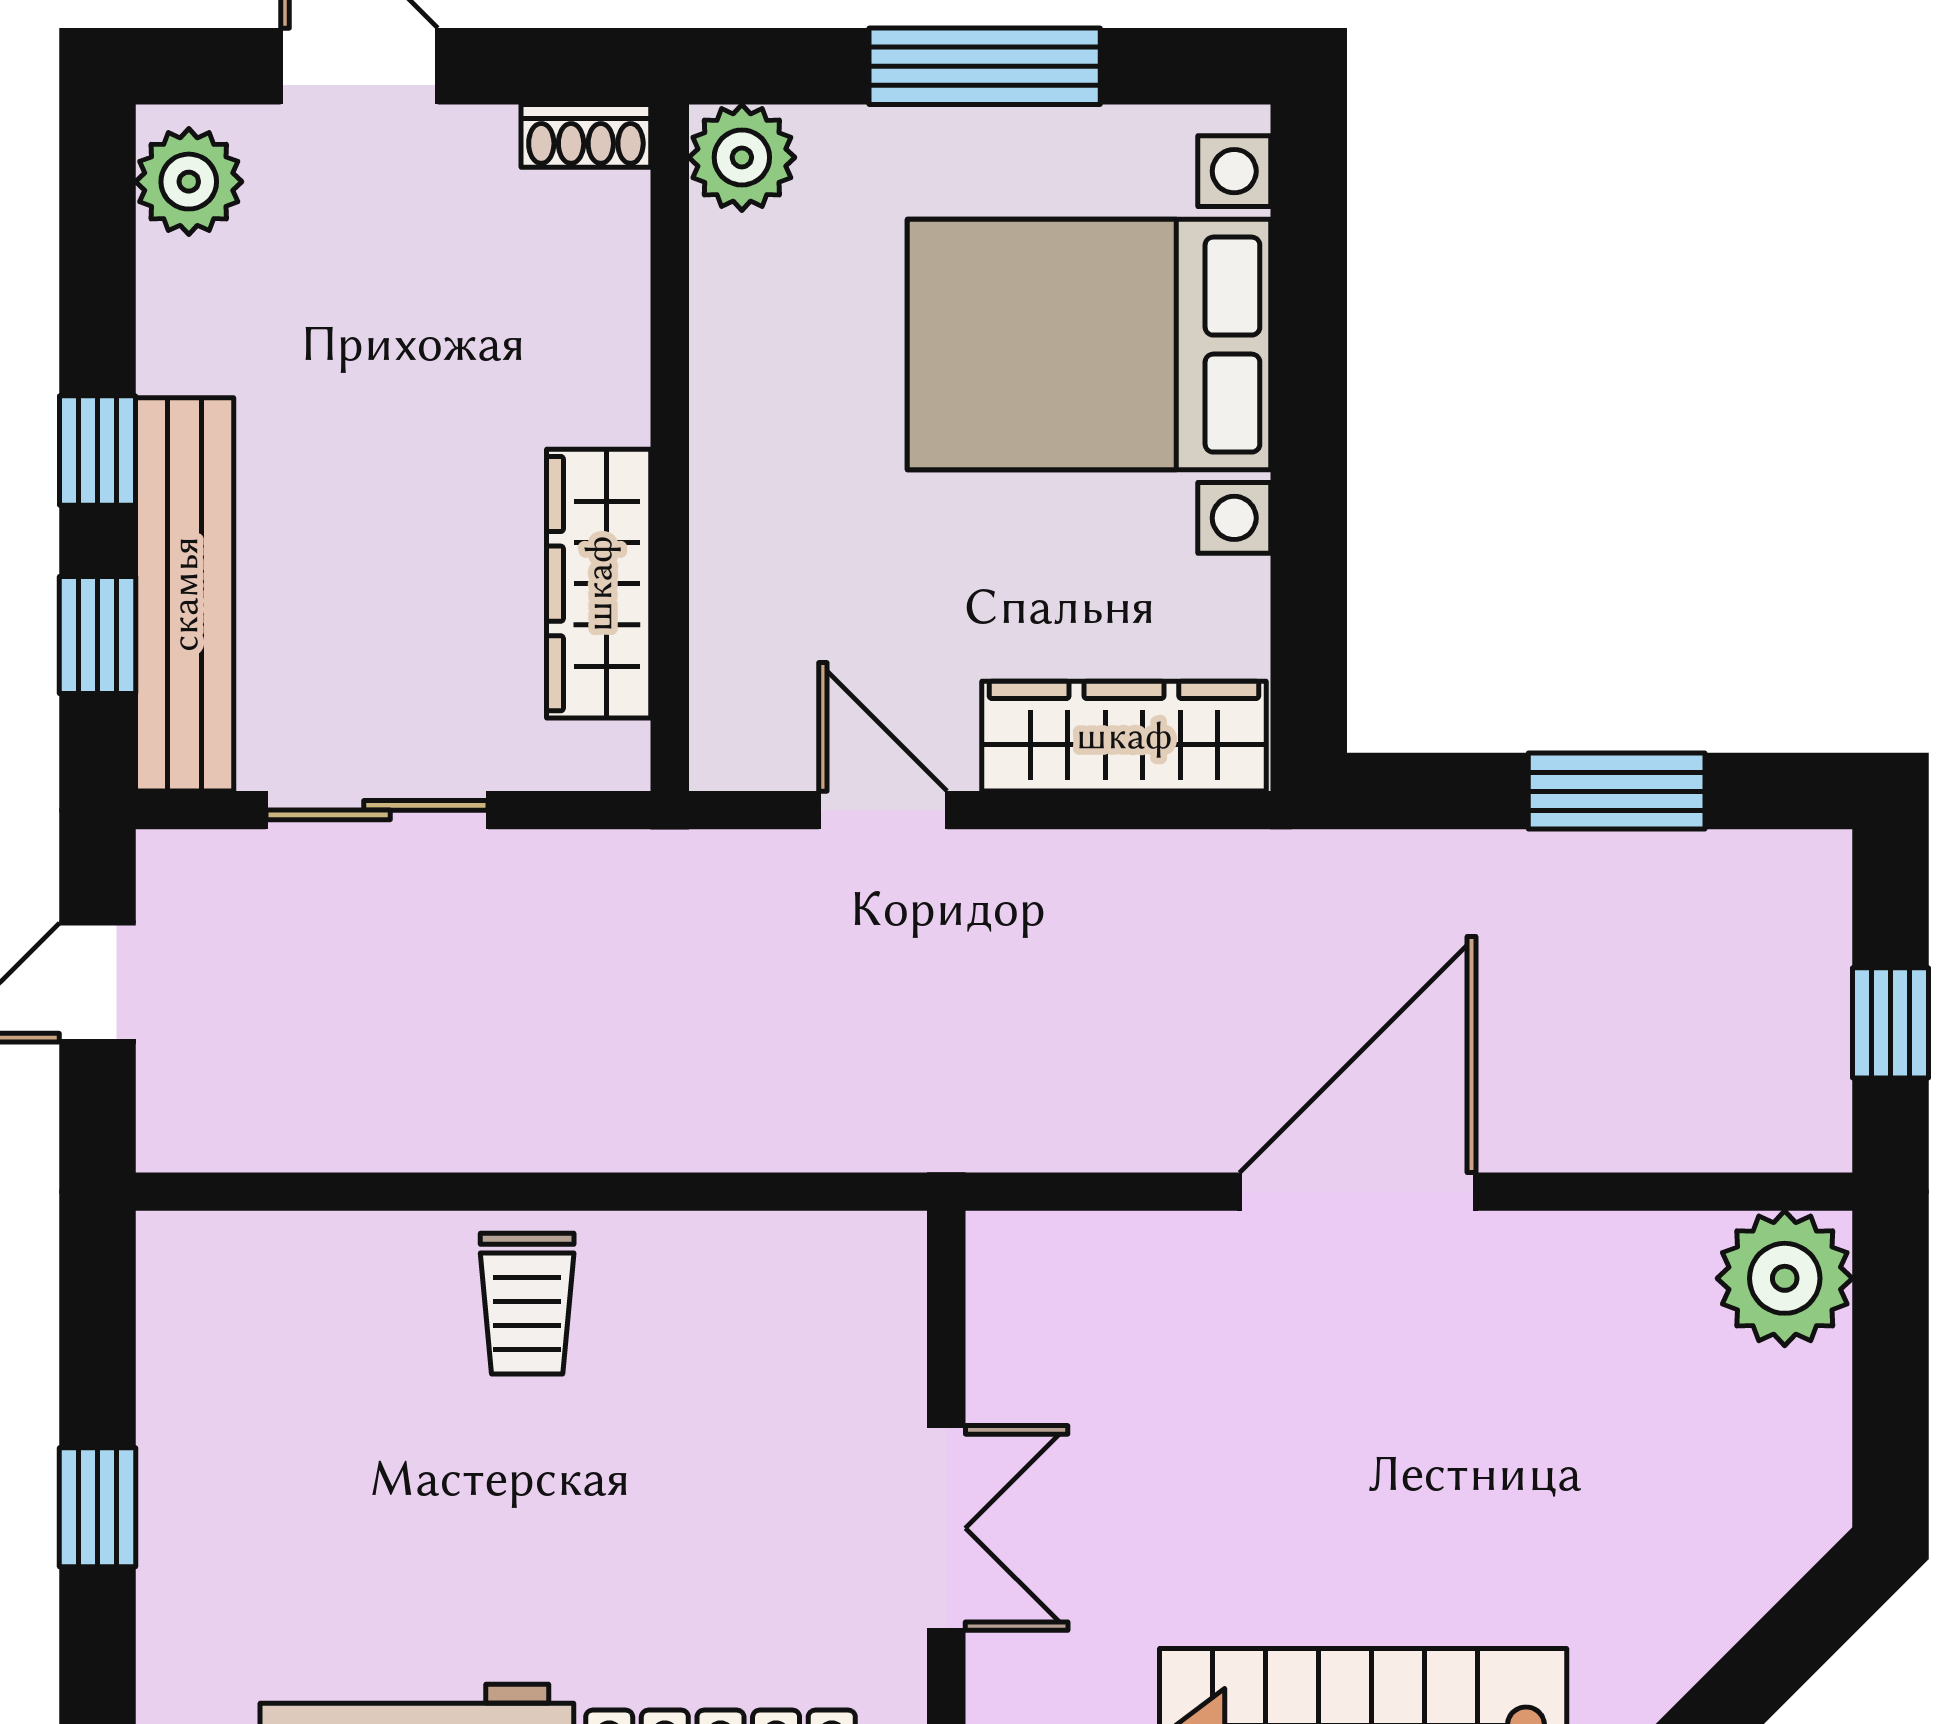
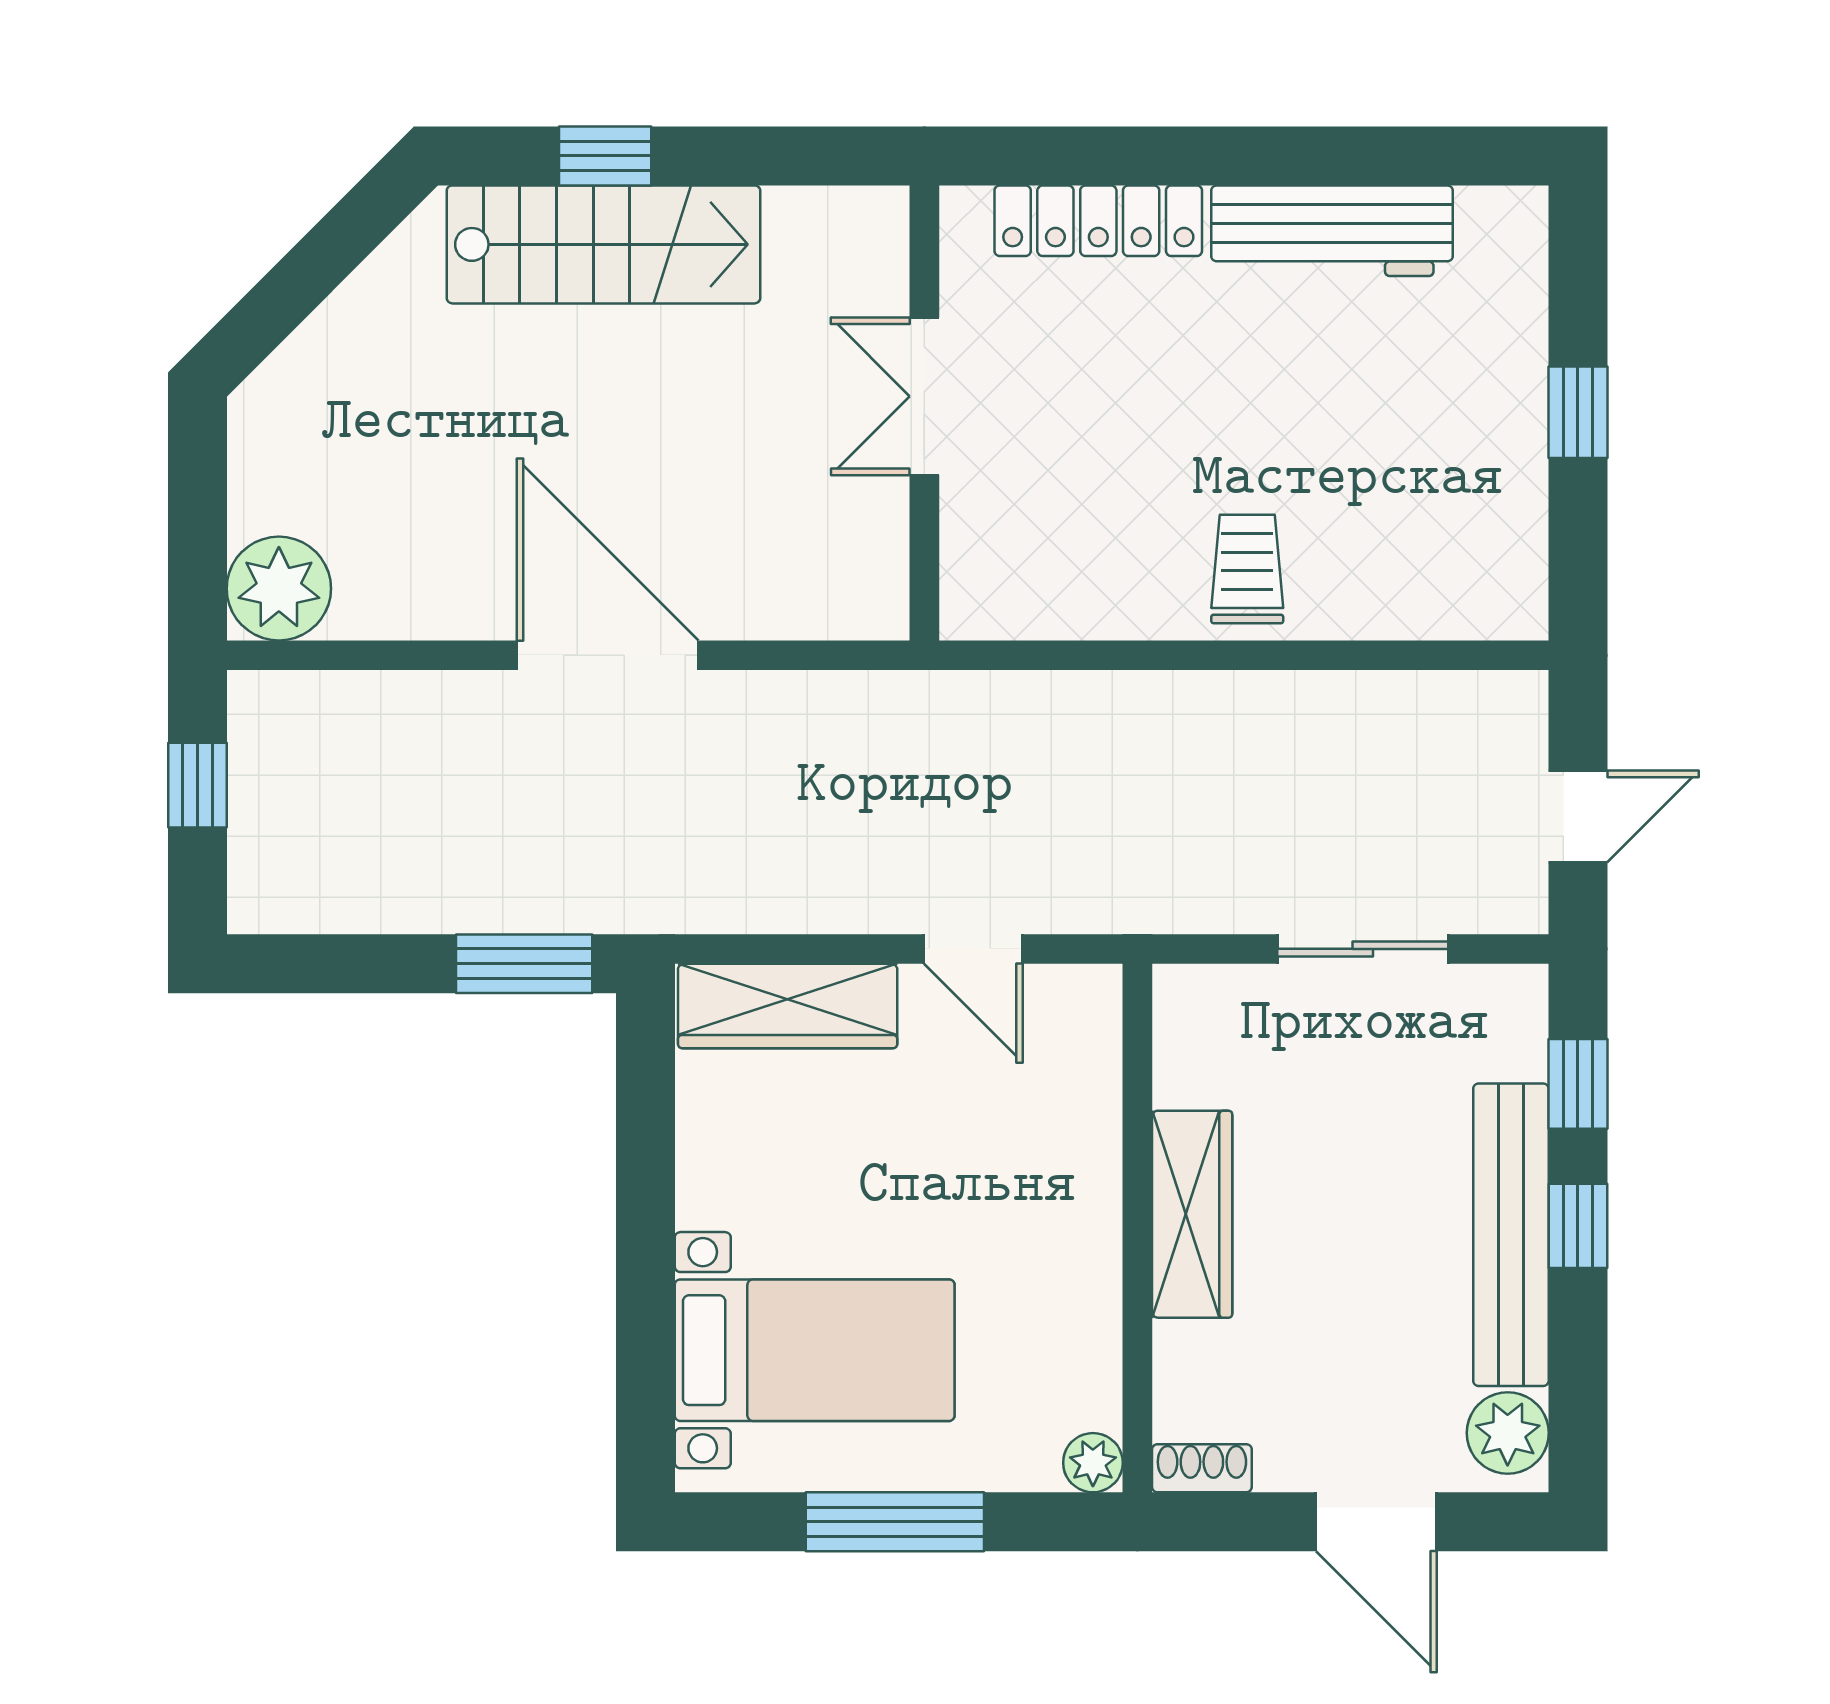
plant: (742, 157) -> (1093, 1463), width x0.73, depth x0.73
bed with nightstands: (1089, 345) -> (815, 1350), width x0.73
wardrobe: (599, 584) -> (1192, 1214), moved
bench: (185, 594) -> (1511, 1235), moved
window: (1617, 791) -> (524, 964), moved
door: (1358, 1192) -> (608, 655), swing flipped

